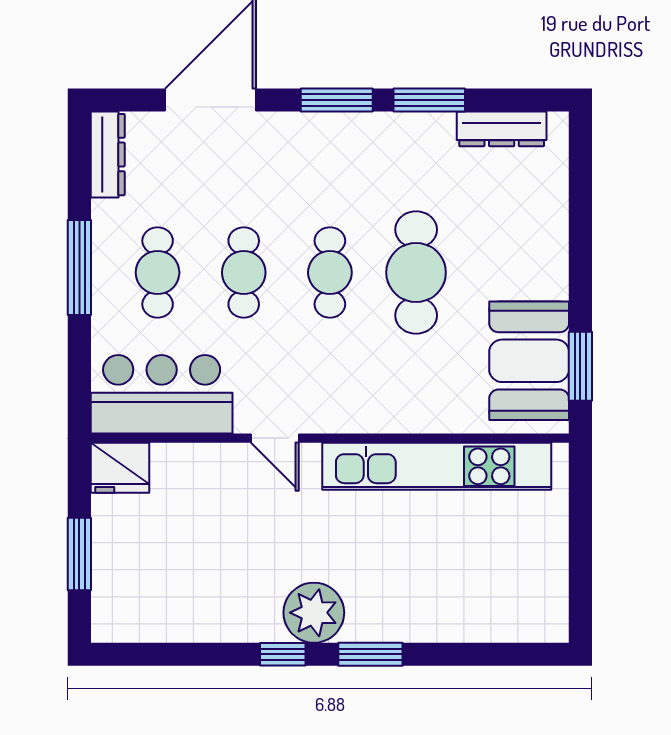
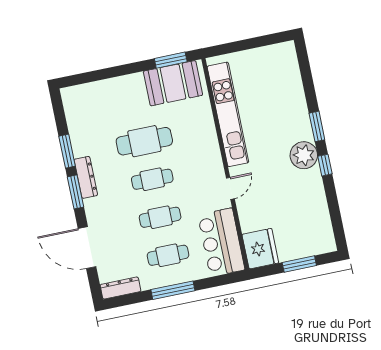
dresser: (502, 129) -> (86, 177), moved
fridge: (120, 468) -> (260, 249), width x1.36, depth x1.34

